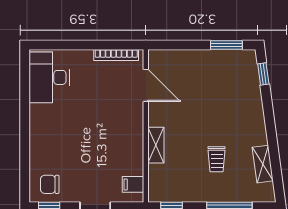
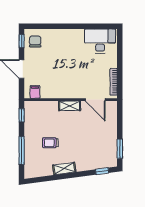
door: (146, 85) -> (95, 100), hinge flipped
shelving: (156, 145) -> (70, 106), moved
shelving: (263, 164) -> (64, 168), moved

